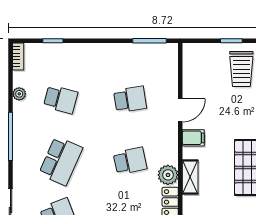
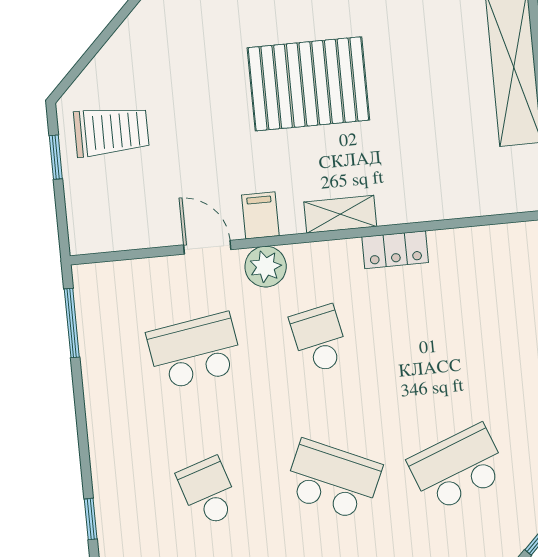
school desk: (61, 99) -> (208, 492), turned -33
school desk: (130, 99) -> (195, 351), width x1.85
plant: (168, 175) -> (266, 267), moved

